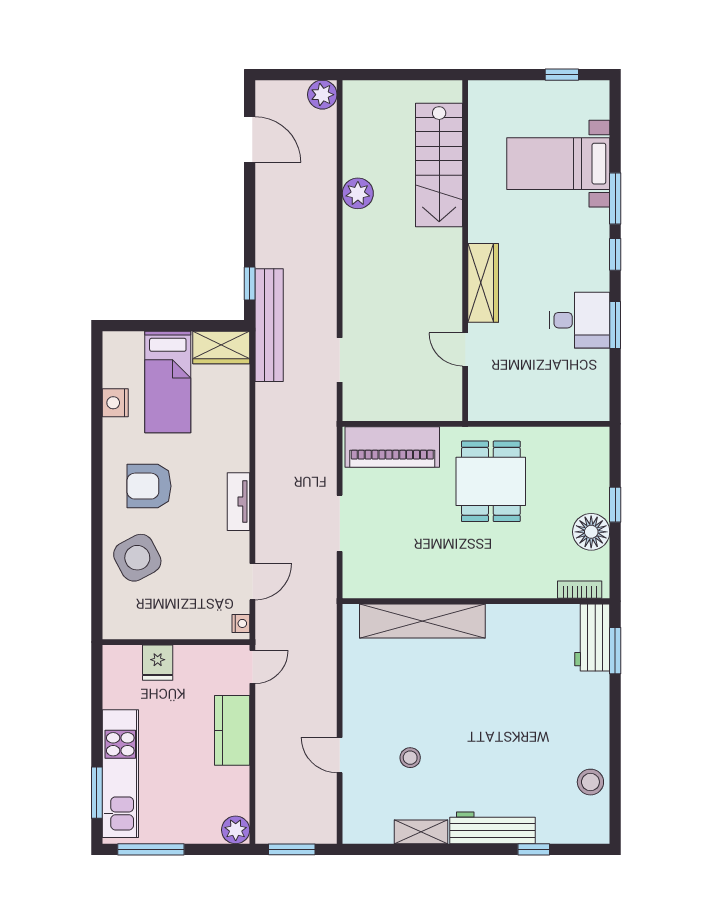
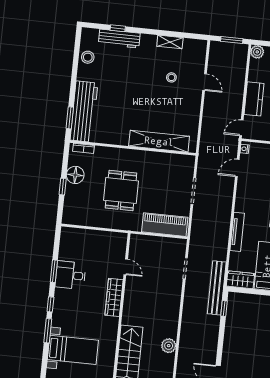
dining table: (491, 481) -> (121, 191), moved
tv unit: (239, 502) -> (237, 232), moved, width x1.41
workbench: (592, 637) -> (84, 112), width x1.88, depth x1.32
workbench: (493, 828) -> (119, 39), moved

